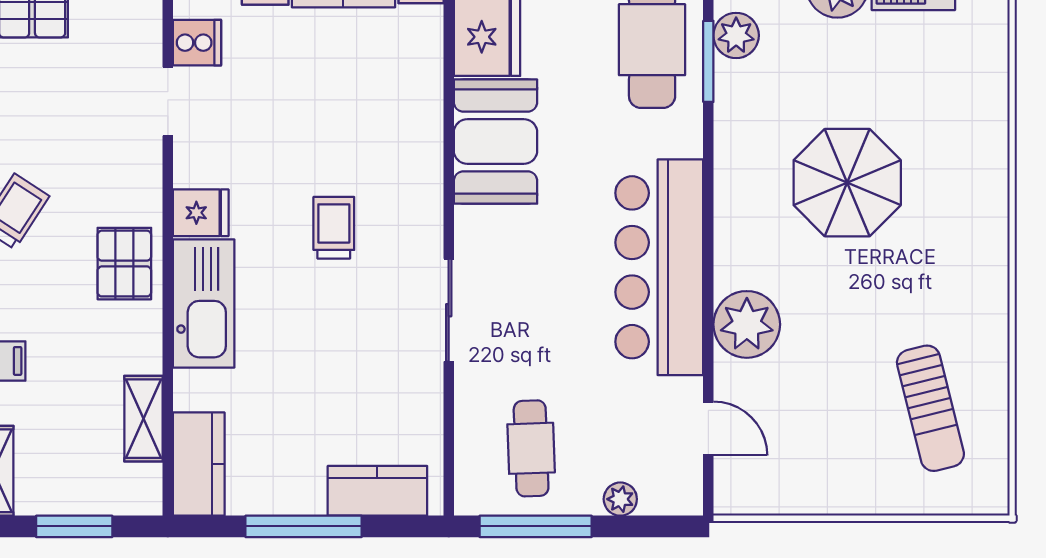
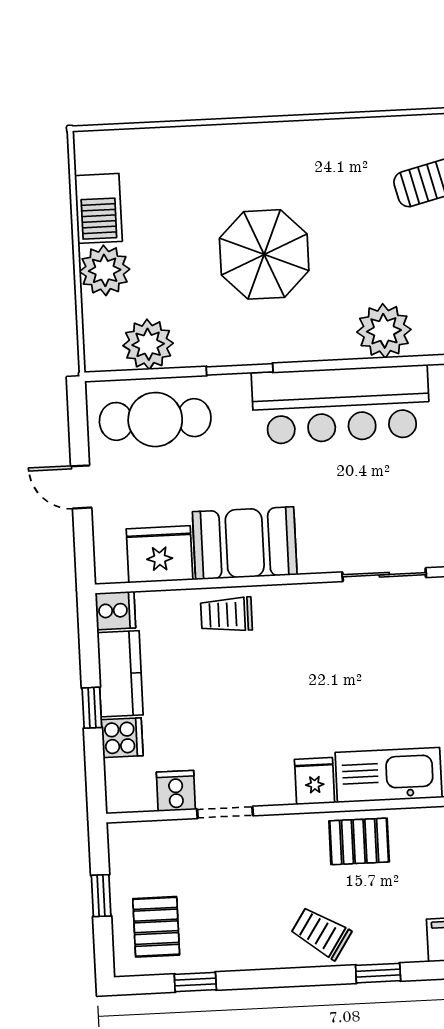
plant: (736, 35) -> (148, 344), width x1.36, depth x1.36
window: (708, 61) -> (240, 369), moved
trolley: (334, 228) -> (227, 615), moved

